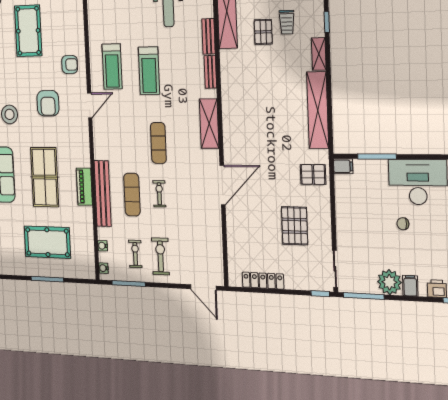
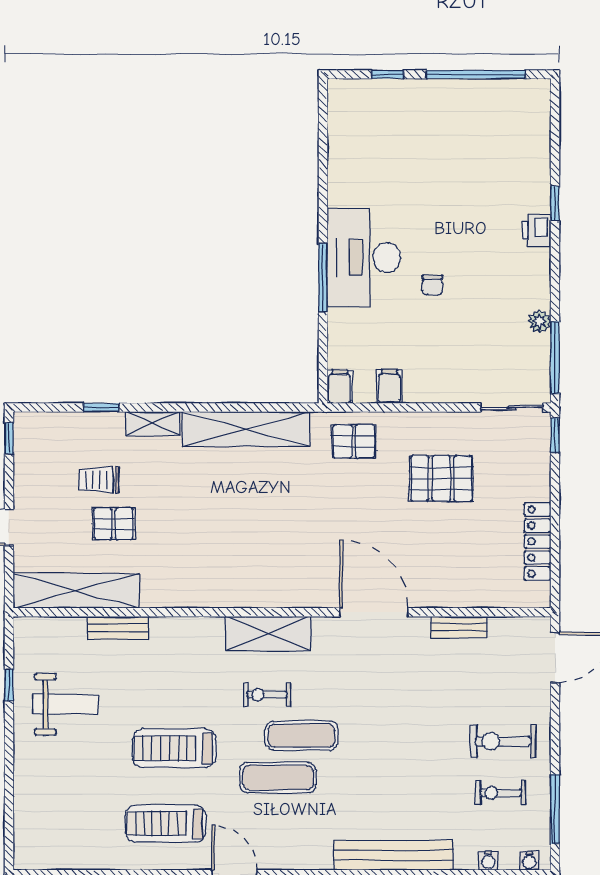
trolley: (287, 22) -> (99, 480), turned 180
treadmill: (112, 67) -> (165, 824), turned 180
treadmill: (149, 71) -> (174, 748), turned 180
bench: (210, 72) -> (459, 627), moved
window: (377, 157) -> (323, 278), moved
pallet: (313, 174) -> (354, 441), turned 90
exercise bike: (159, 194) -> (267, 695), moved
exercise mat: (132, 195) -> (278, 778), moved
plant: (389, 282) -> (540, 321), width x0.53, depth x0.53
filing cabinet: (410, 286) -> (389, 386), moved, turned 90

